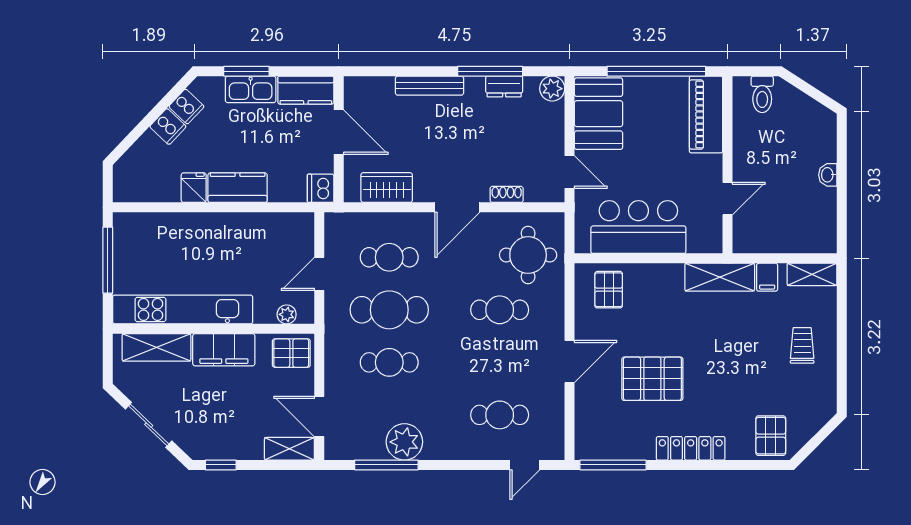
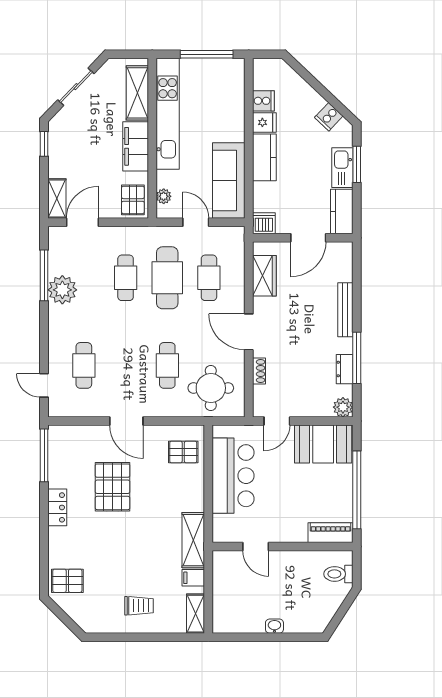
piano: (706, 115) -> (331, 533), width x0.73, depth x0.75
cooker: (168, 127) -> (263, 101), moved, turned -133
sofa: (267, 232) -> (229, 180), added
locker: (691, 448) -> (57, 507), width x0.66

